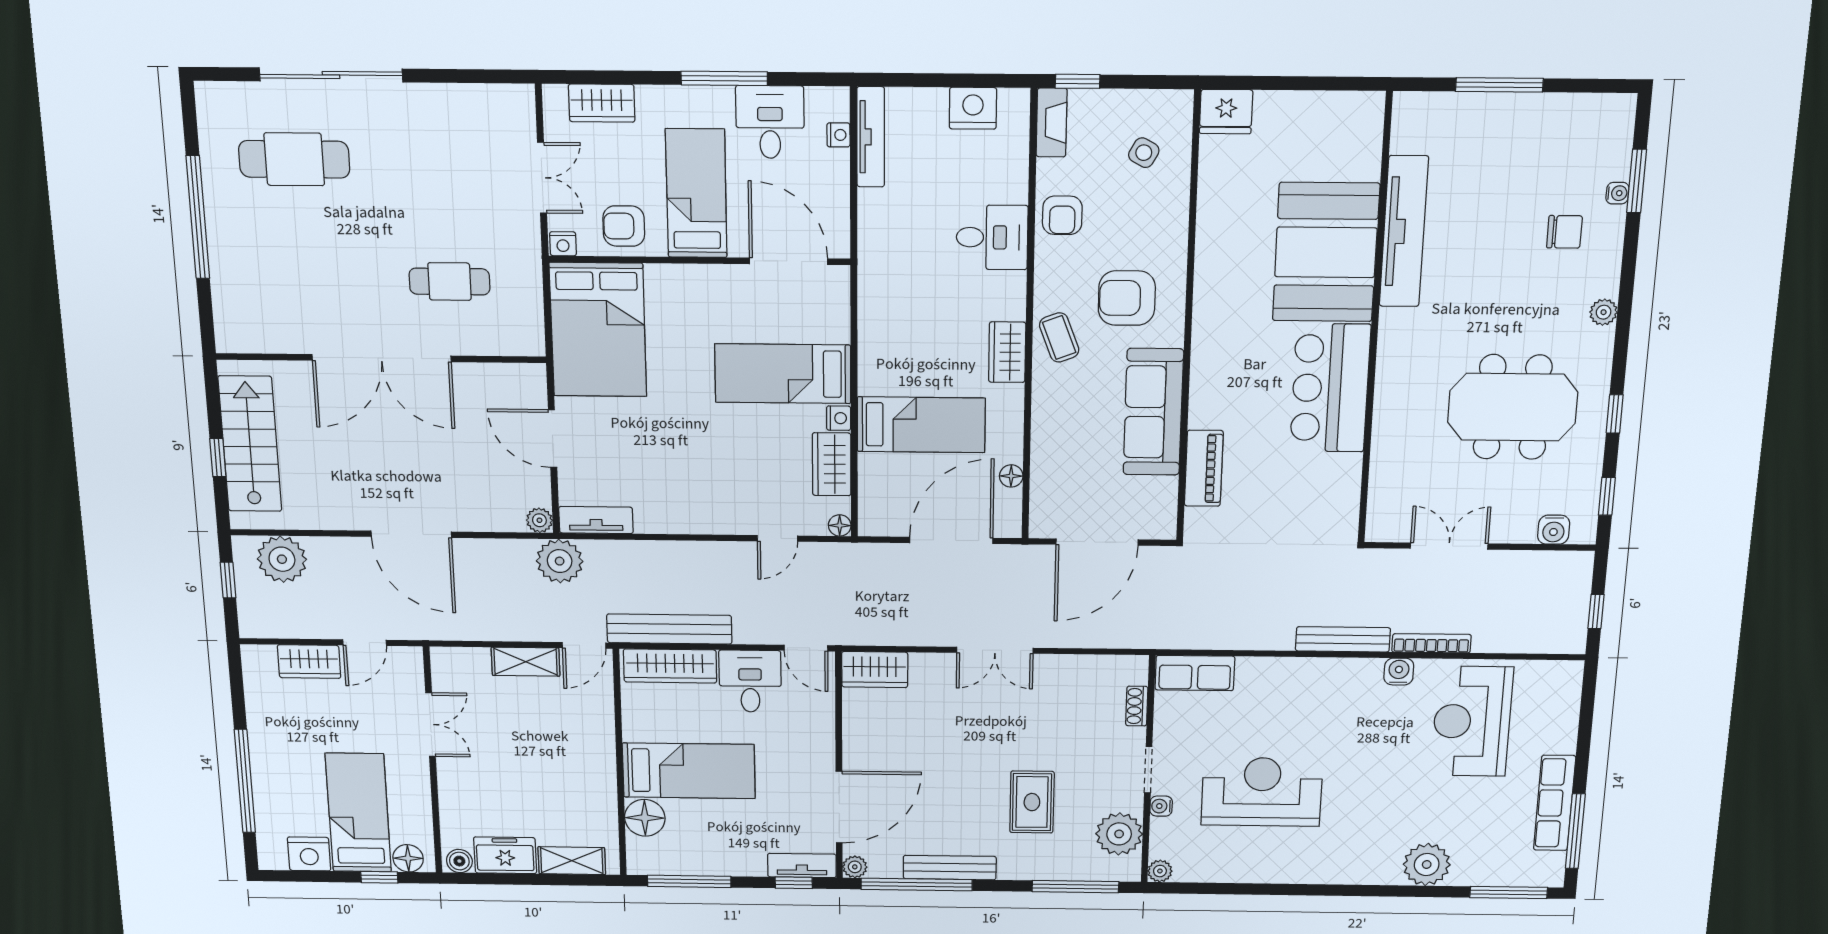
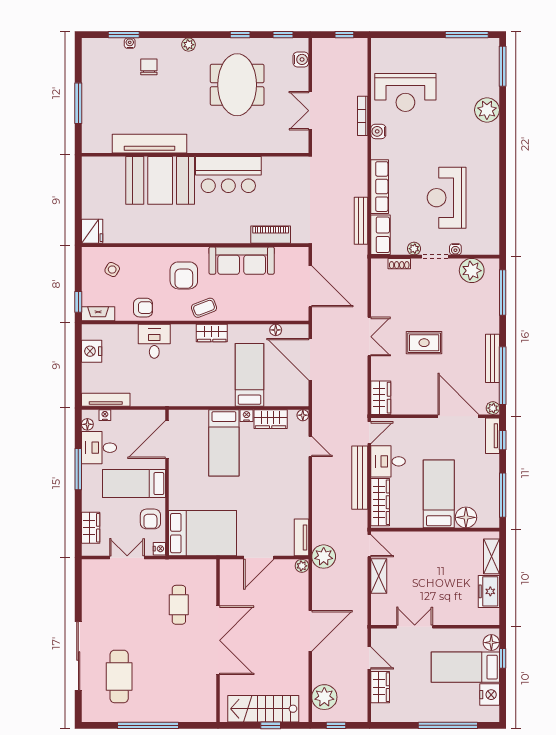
floor lamp: (819, 98) -> (87, 424), added
bench: (669, 629) -> (360, 478), moved
bench: (1343, 639) -> (361, 221), moved
rug: (1032, 802) -> (424, 343), moved
row of seats: (1555, 803) -> (380, 187), moved, turned -90
boiler: (459, 861) -> (492, 616), removed
plant: (1160, 871) -> (414, 249), moved

